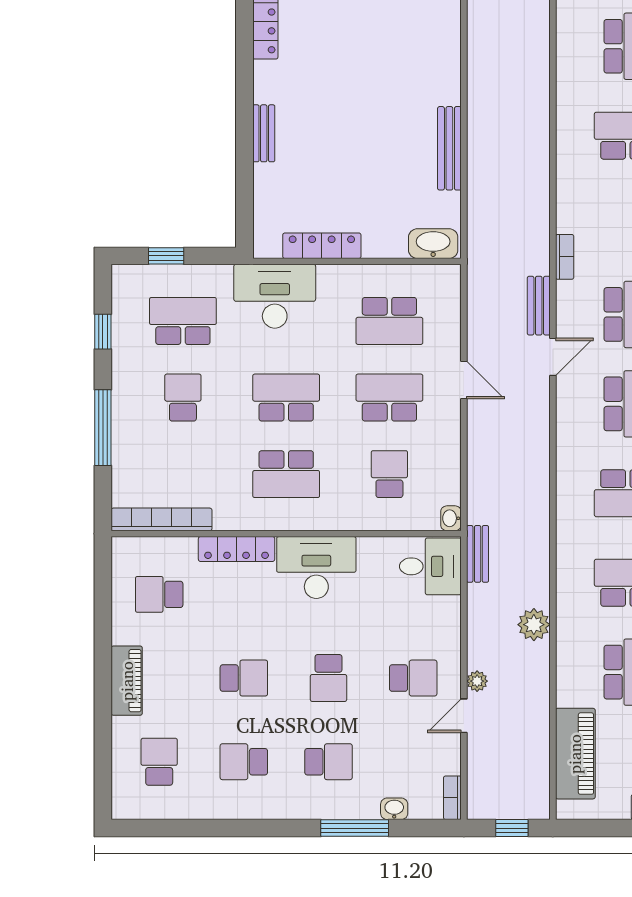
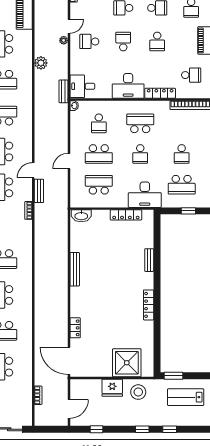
bench: (449, 148) -> (75, 269), moved
door: (464, 380) -> (69, 161), hinge flipped
school desk: (286, 398) -> (140, 154), width x0.54
school desk: (244, 678) -> (157, 41), turned -90

